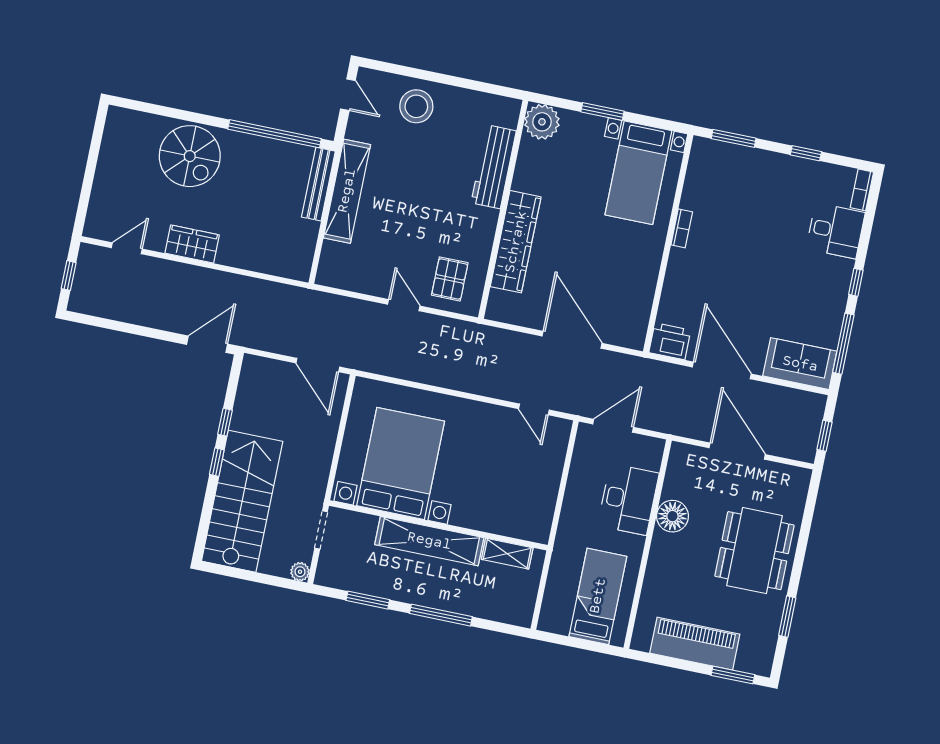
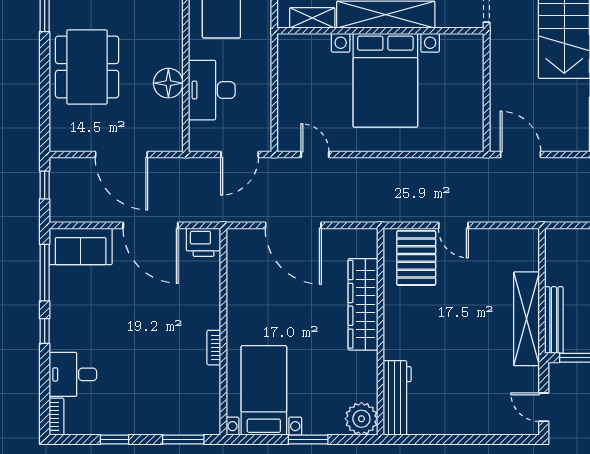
stool: (416, 106) -> (479, 409), removed
workbench: (494, 167) -> (397, 398), moved
pallet: (450, 279) -> (416, 258), width x1.50, depth x1.42
bed with nightstands: (401, 463) -> (385, 80), moved

